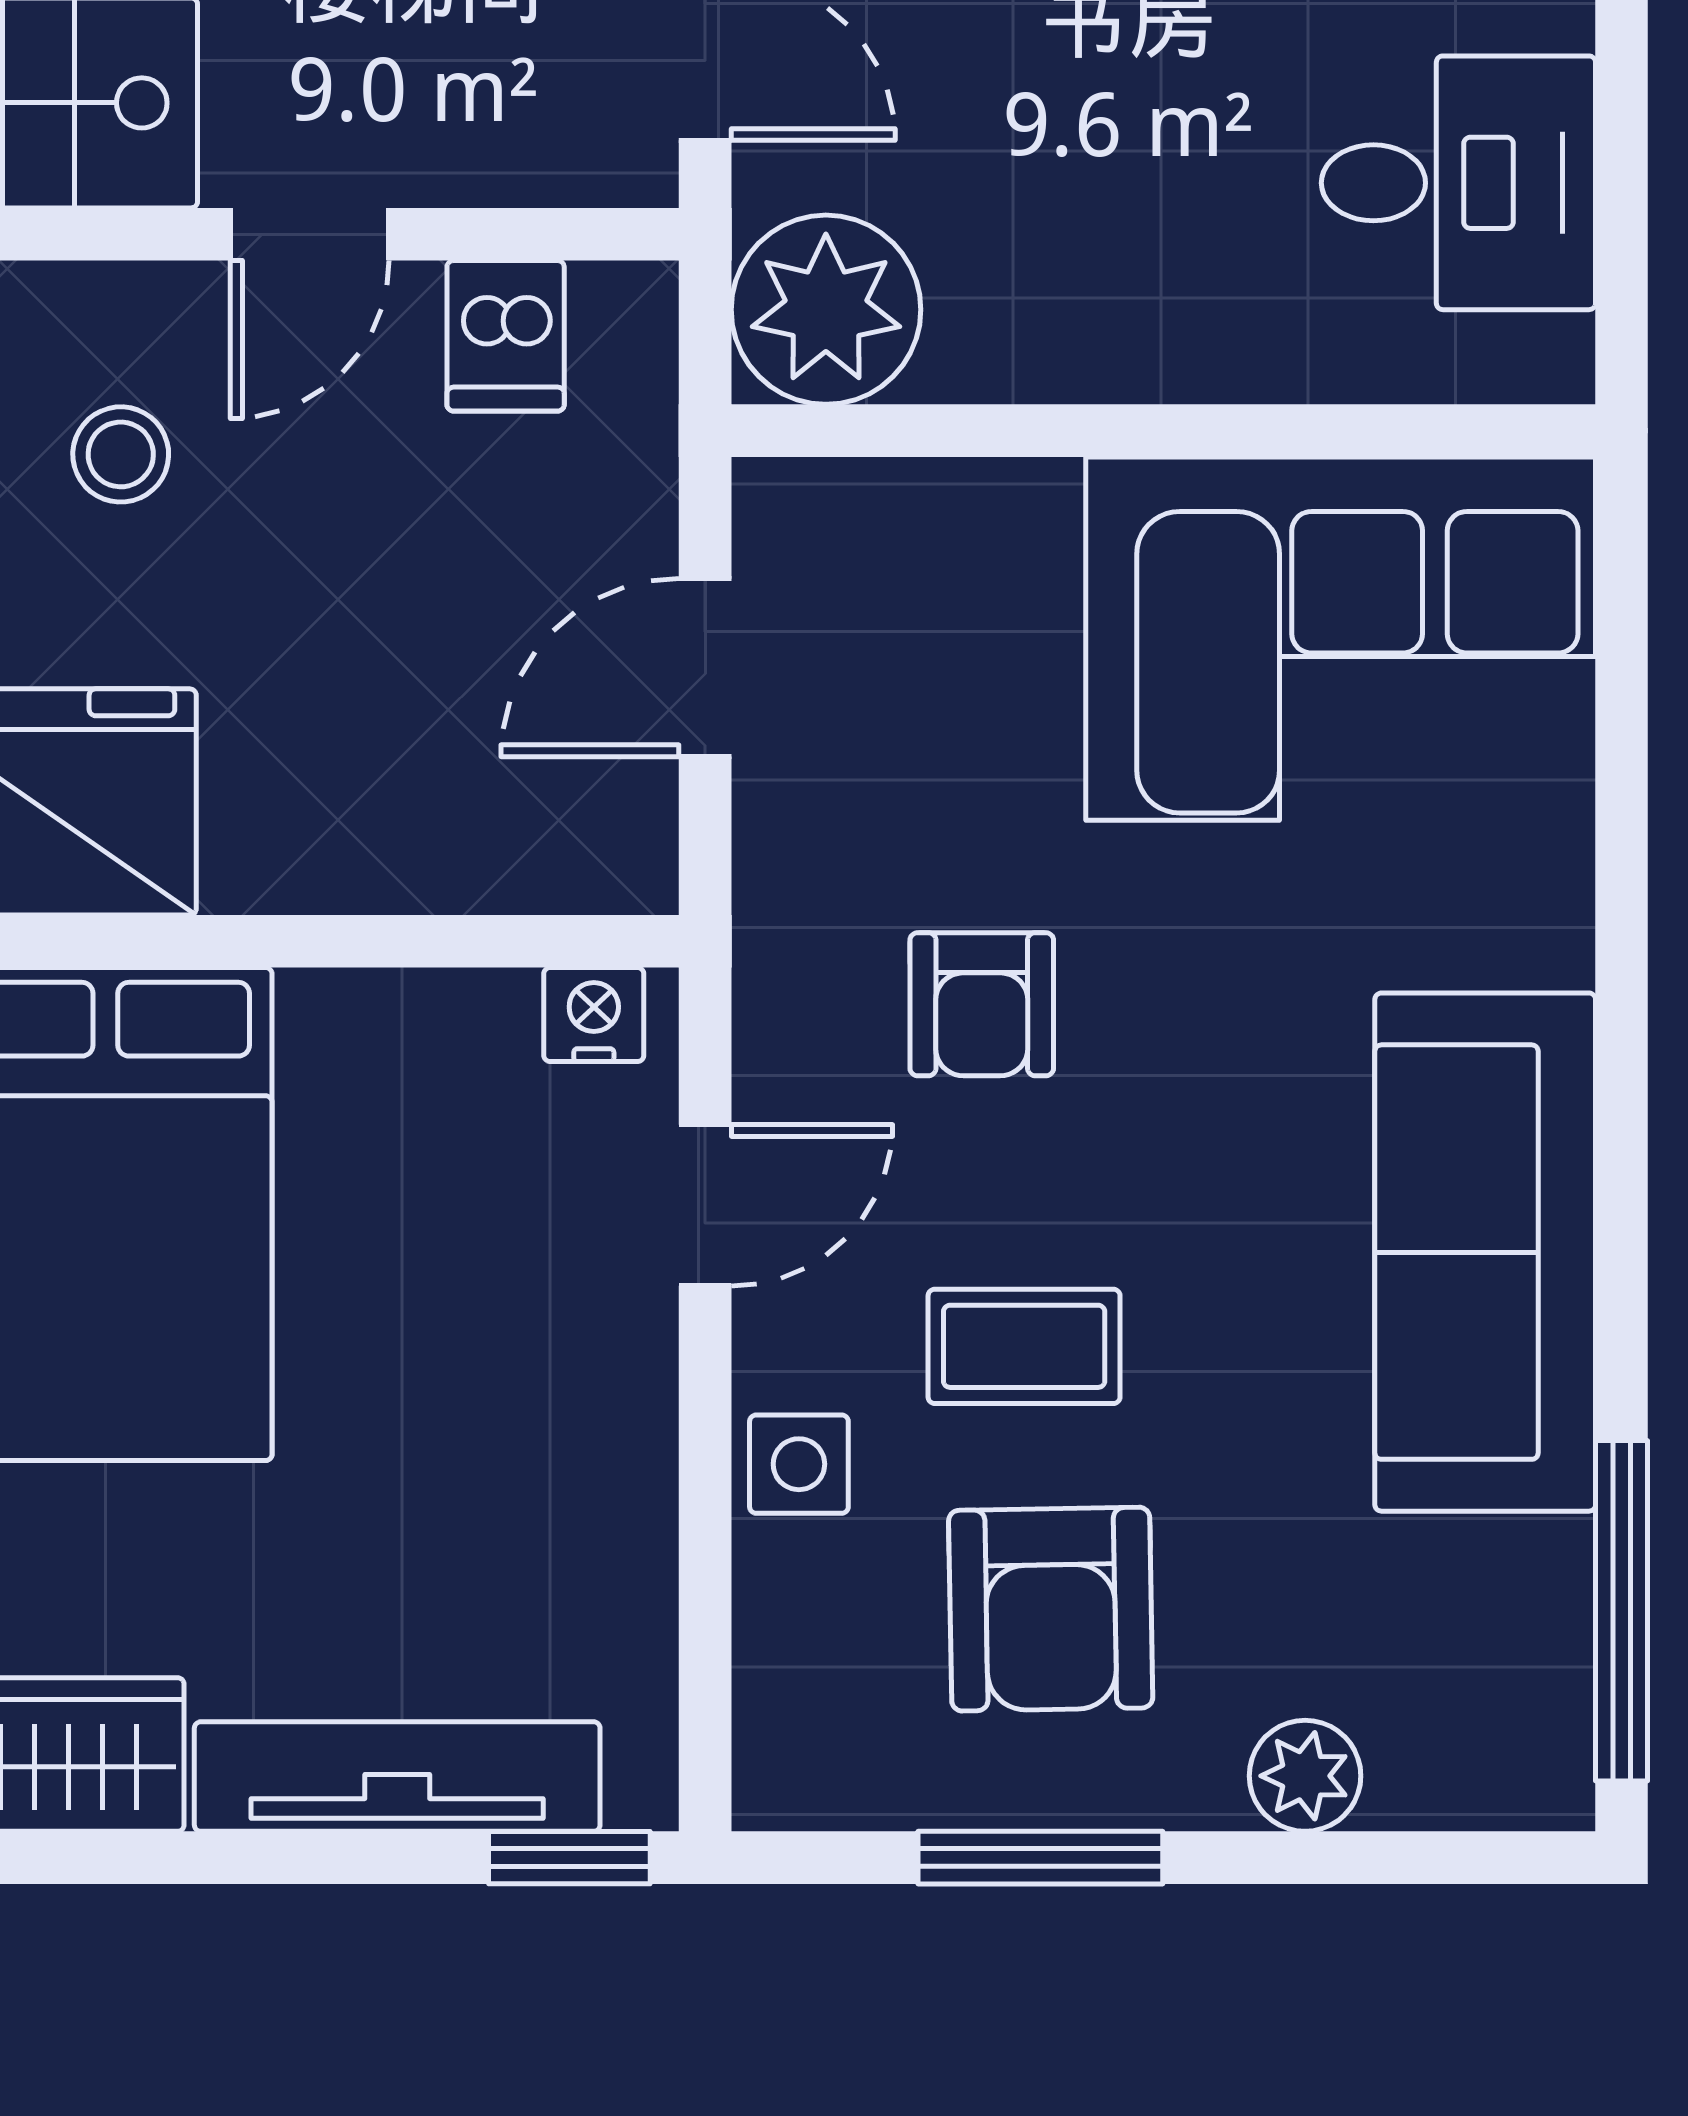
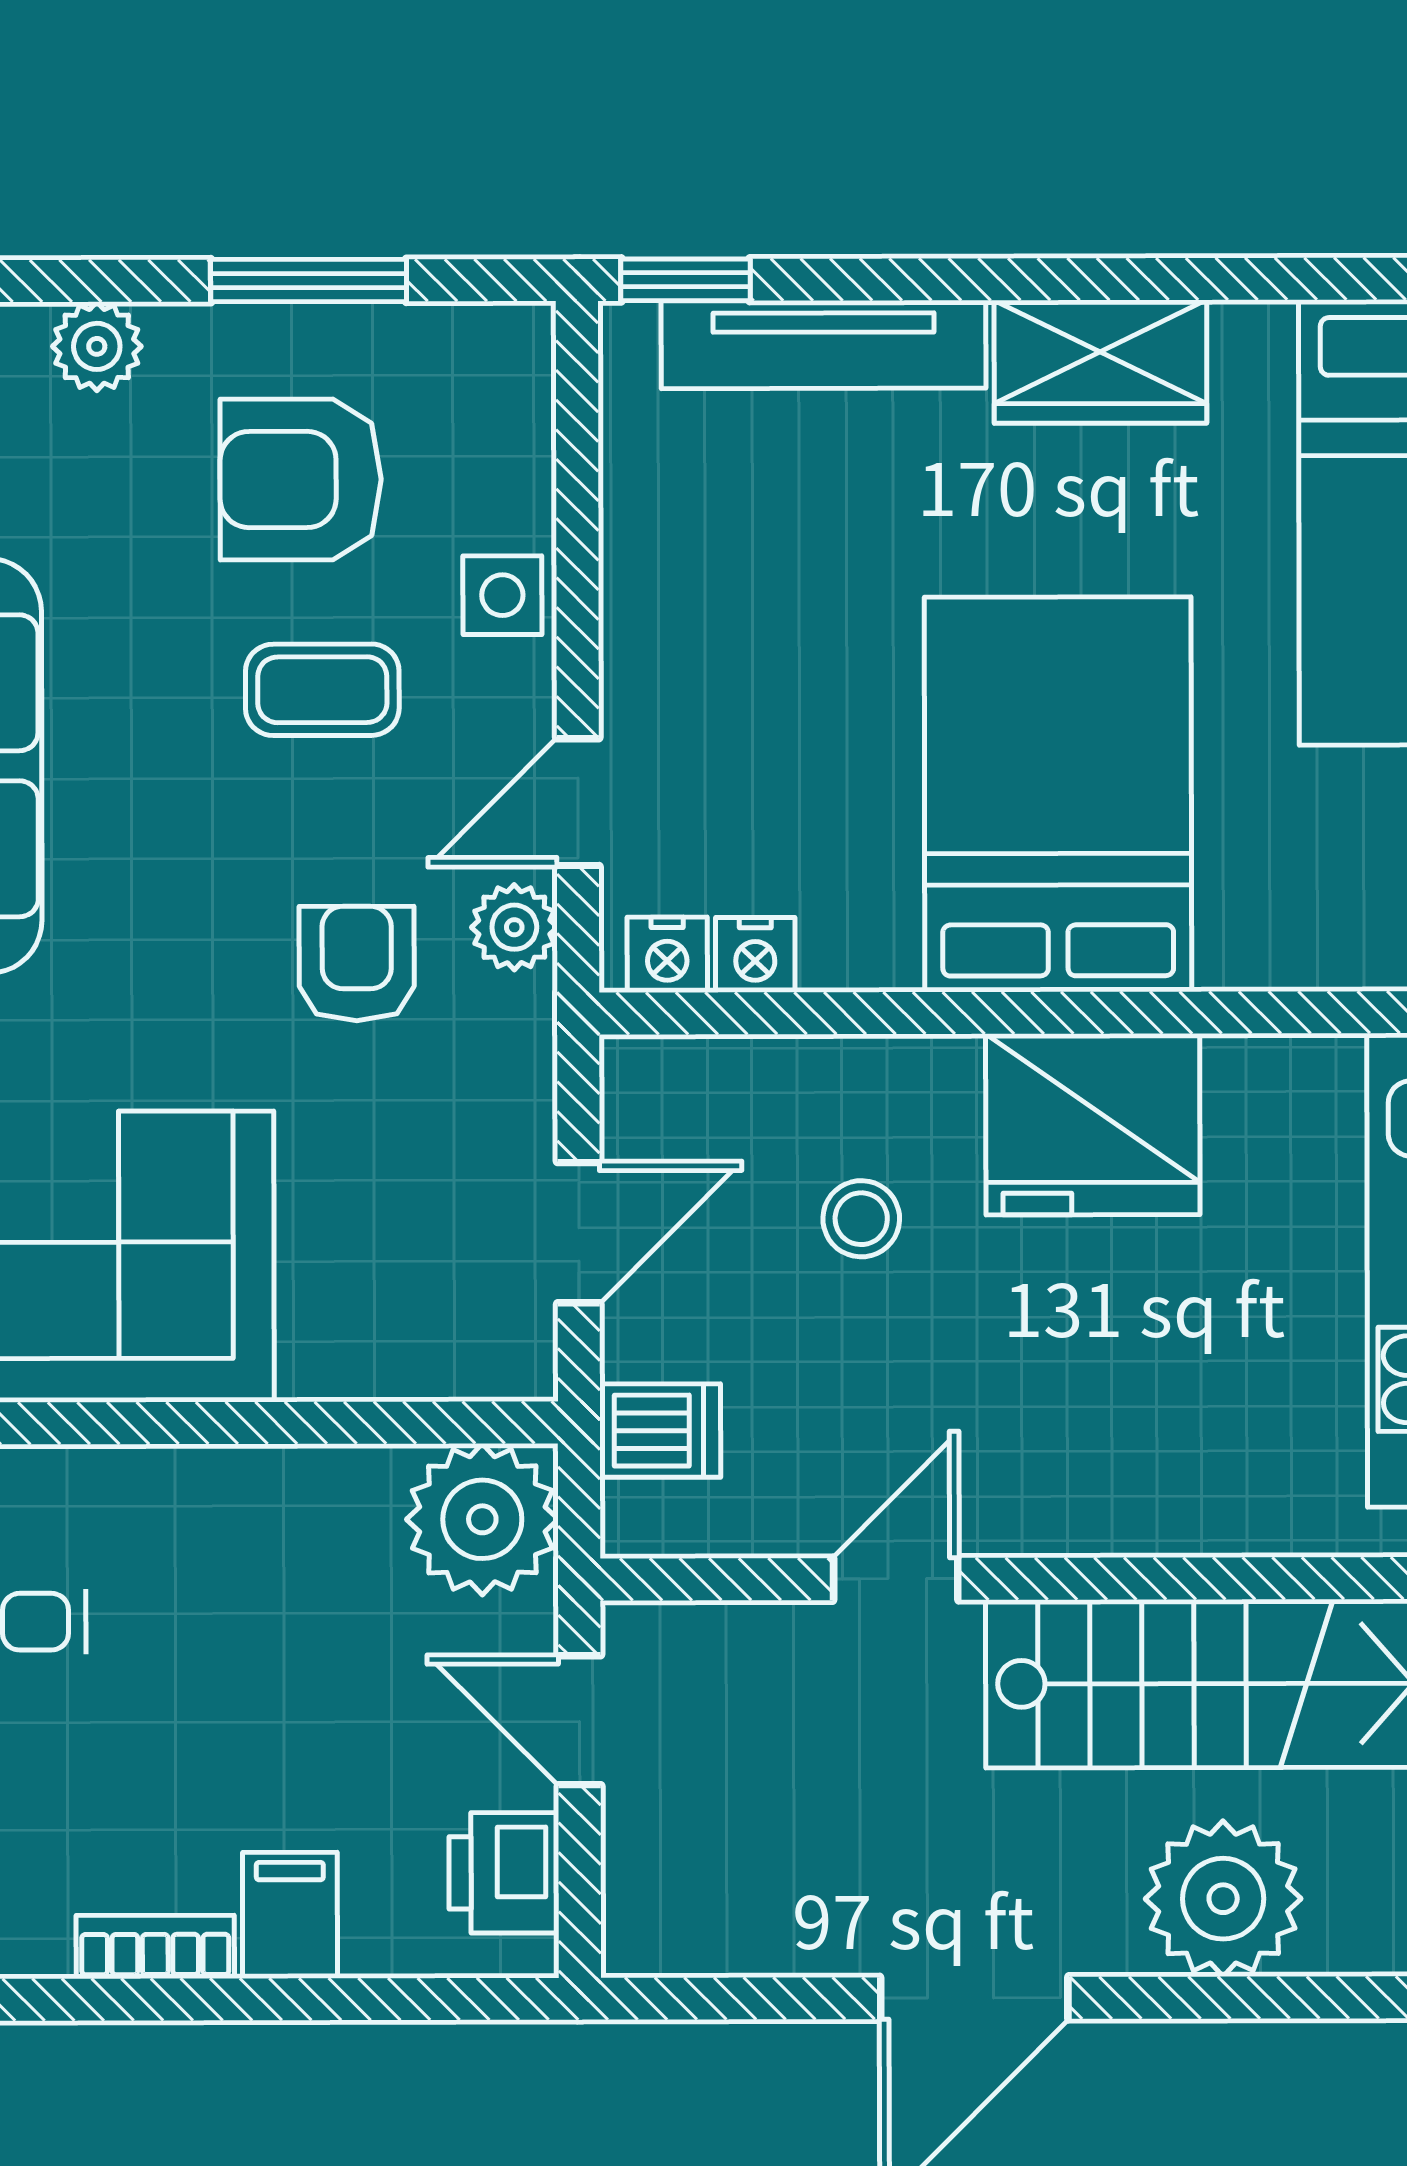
dishwasher: (506, 336) -> (660, 1431), moved, turned 90
stool: (121, 454) -> (861, 1219), moved
nightstand: (484, 1014) -> (755, 955), added
plant: (785, 1049) -> (514, 927), added
armchair: (1051, 1609) -> (301, 479), turned -89

